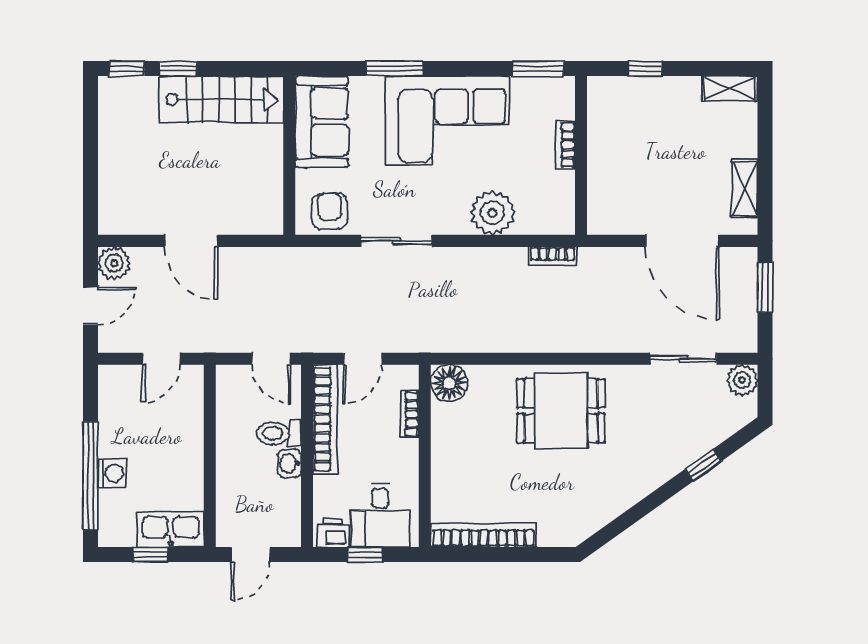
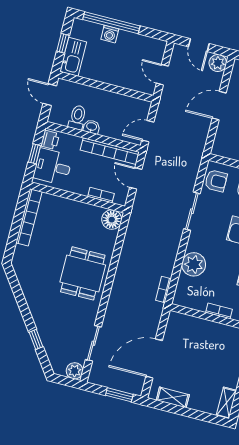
toilet: (279, 433) -> (77, 117), moved

